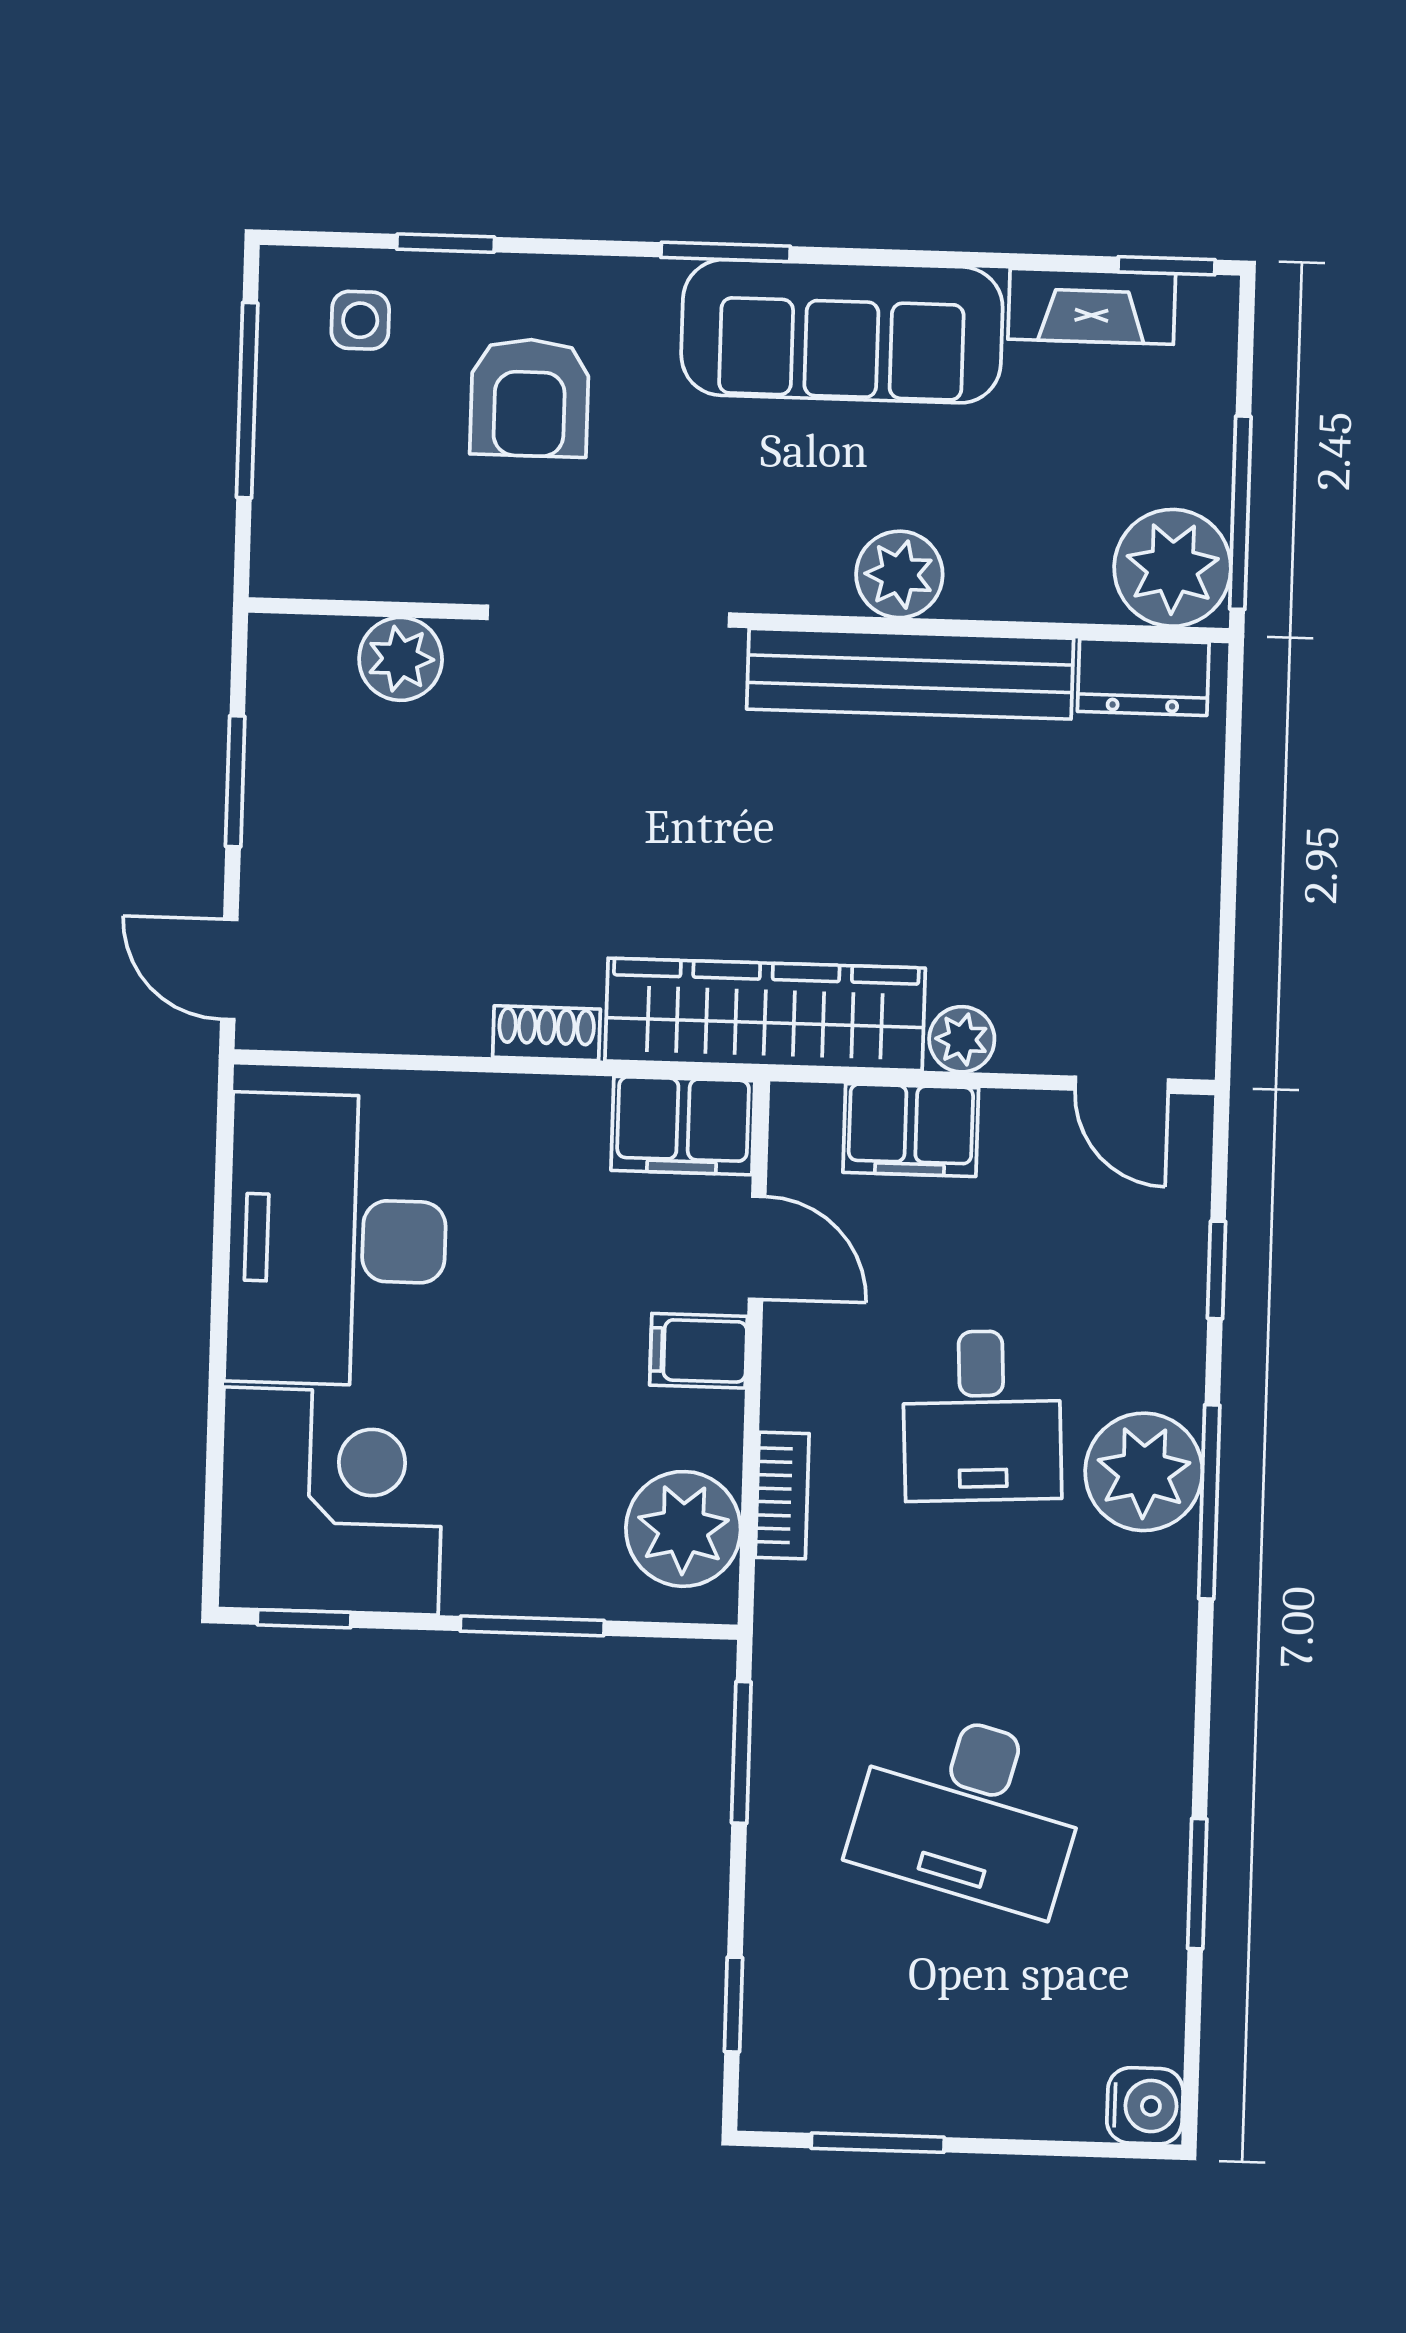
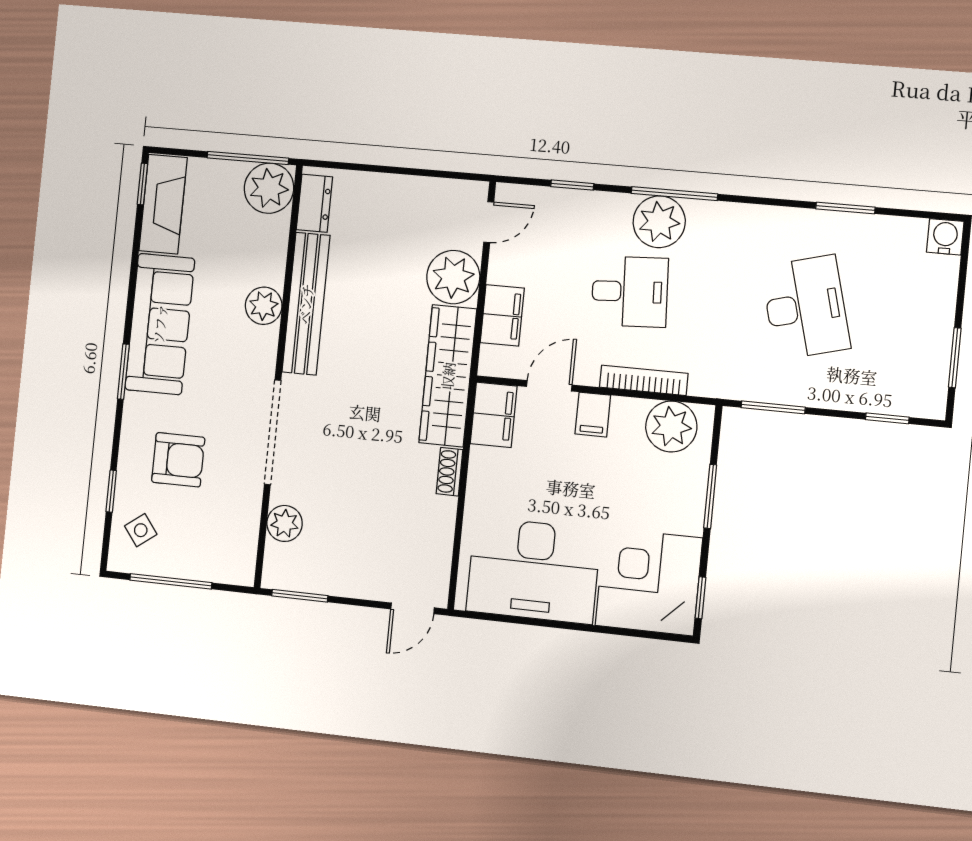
fireplace: (1092, 306) -> (163, 204), width x1.37, depth x1.32
side table: (360, 320) -> (141, 530), turned -37
window: (235, 781) -> (300, 596), moved
plant: (962, 1039) -> (453, 277), width x1.88, depth x1.88
bookcase: (782, 1495) -> (644, 380), width x1.56
desk: (970, 1810) -> (806, 307), turned -30

